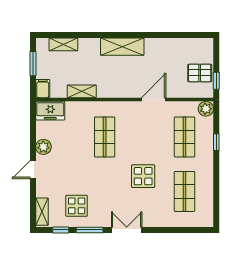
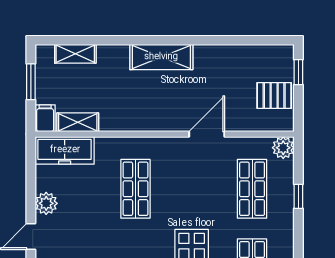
window: (216, 81) -> (298, 72), moved
shelving: (82, 91) -> (78, 122), moved
freezer: (50, 111) -> (65, 150), width x1.40

